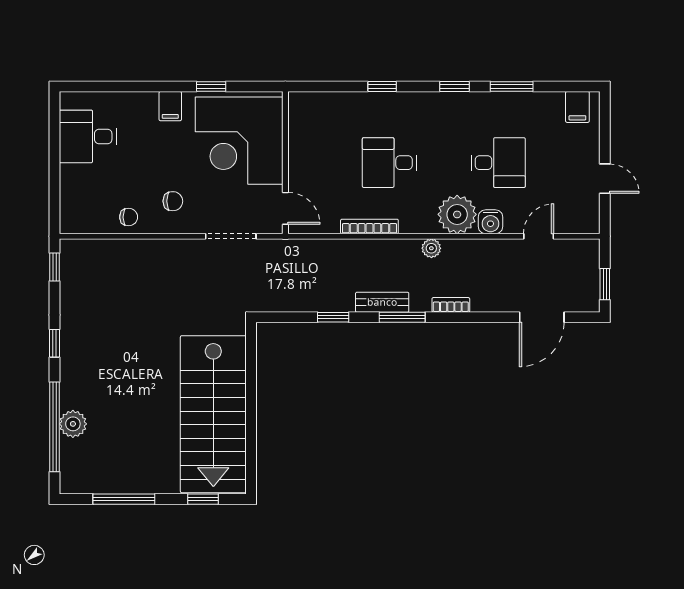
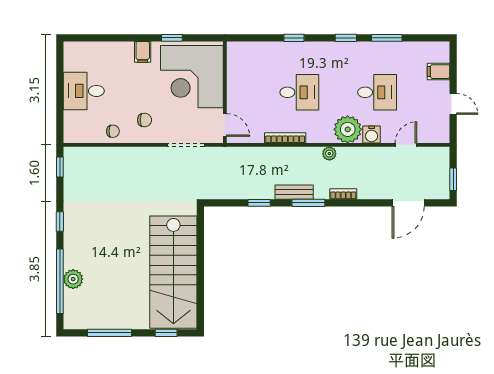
filing cabinet: (577, 107) -> (439, 72), moved, turned 90
desk: (88, 136) -> (84, 91), moved
desk: (389, 163) -> (299, 92), turned 180

